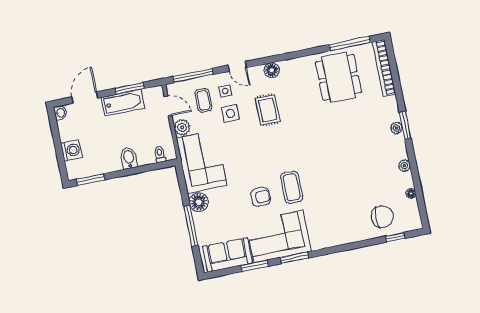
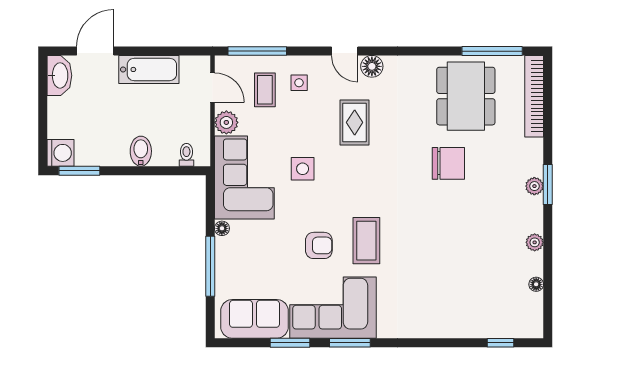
door: (237, 66) -> (345, 51), moved
window: (130, 88) -> (162, 51), removed
washbasin: (60, 113) -> (59, 75), width x1.91, depth x1.45
side table: (230, 113) -> (303, 169), moved
washing machine: (71, 150) -> (60, 153), moved
floor lamp: (199, 202) -> (222, 228), width x0.53, depth x0.53
chair: (382, 217) -> (448, 163), moved

